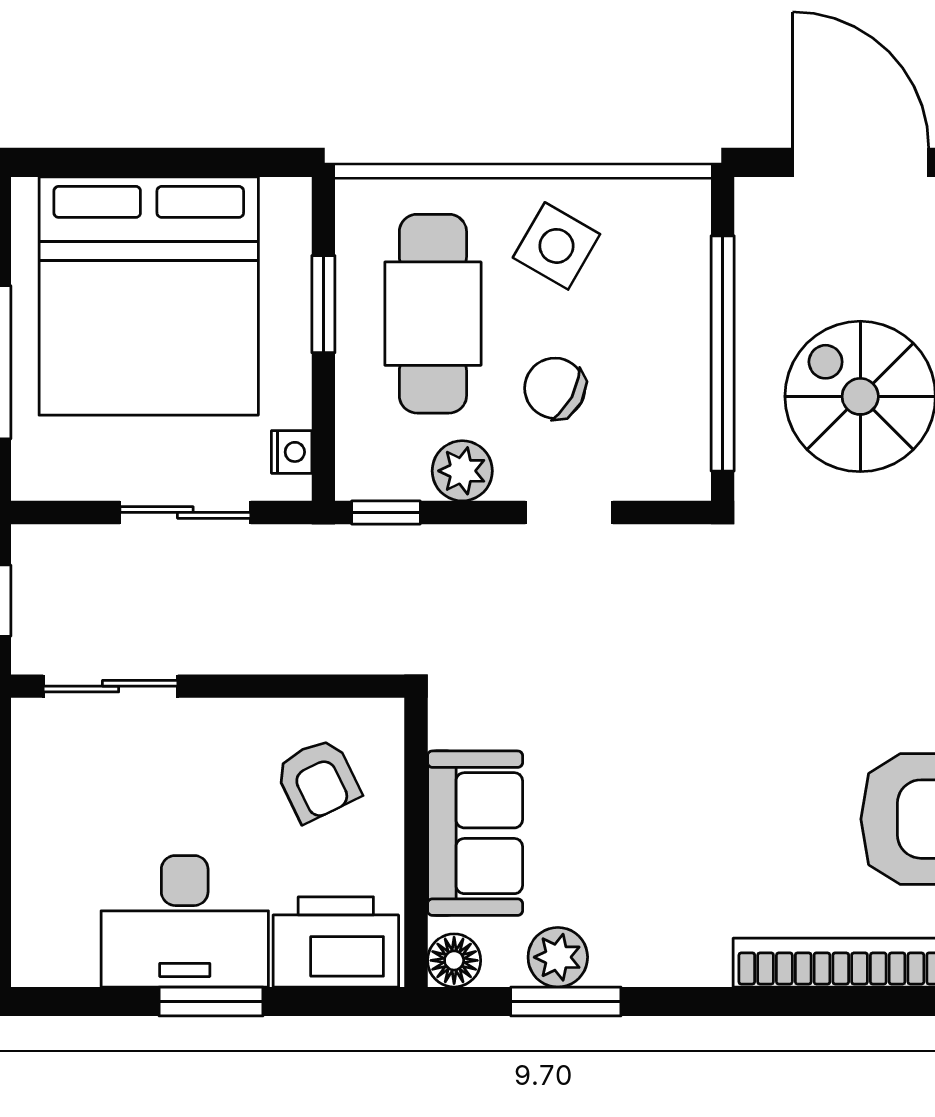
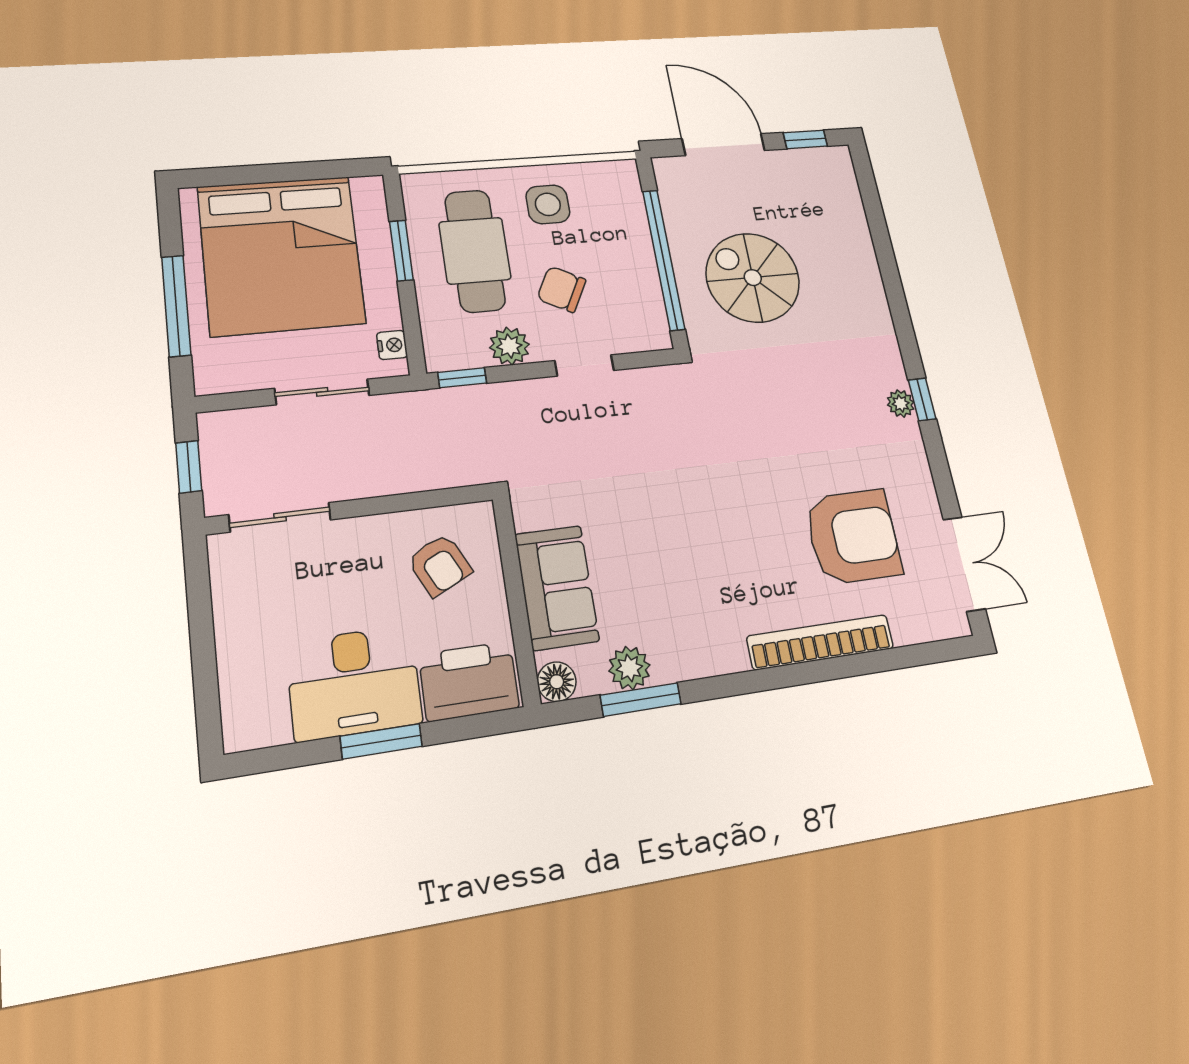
side table: (556, 246) -> (548, 204), turned -30

